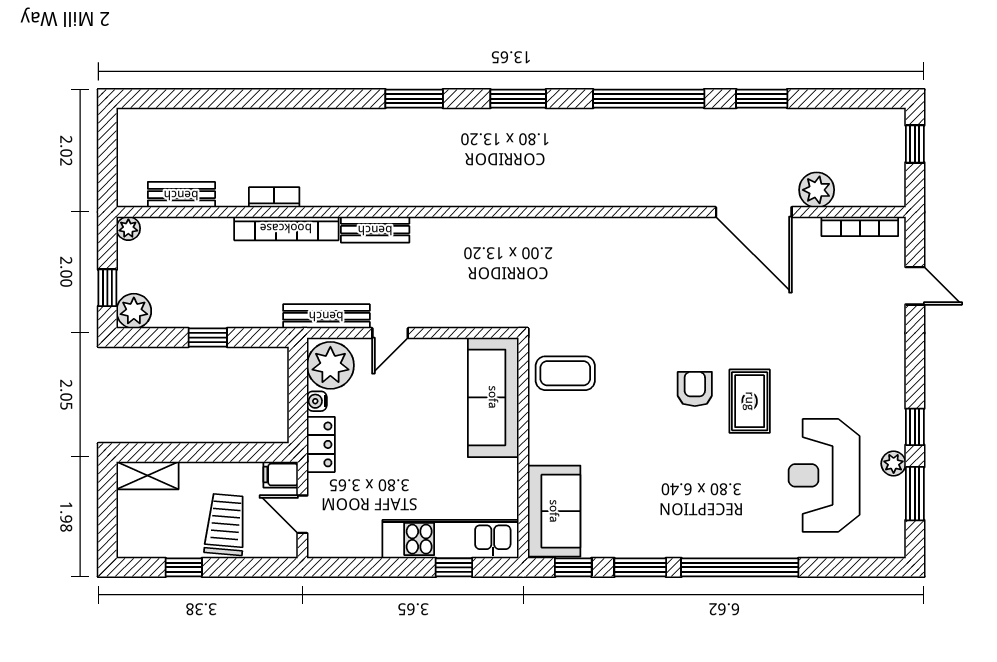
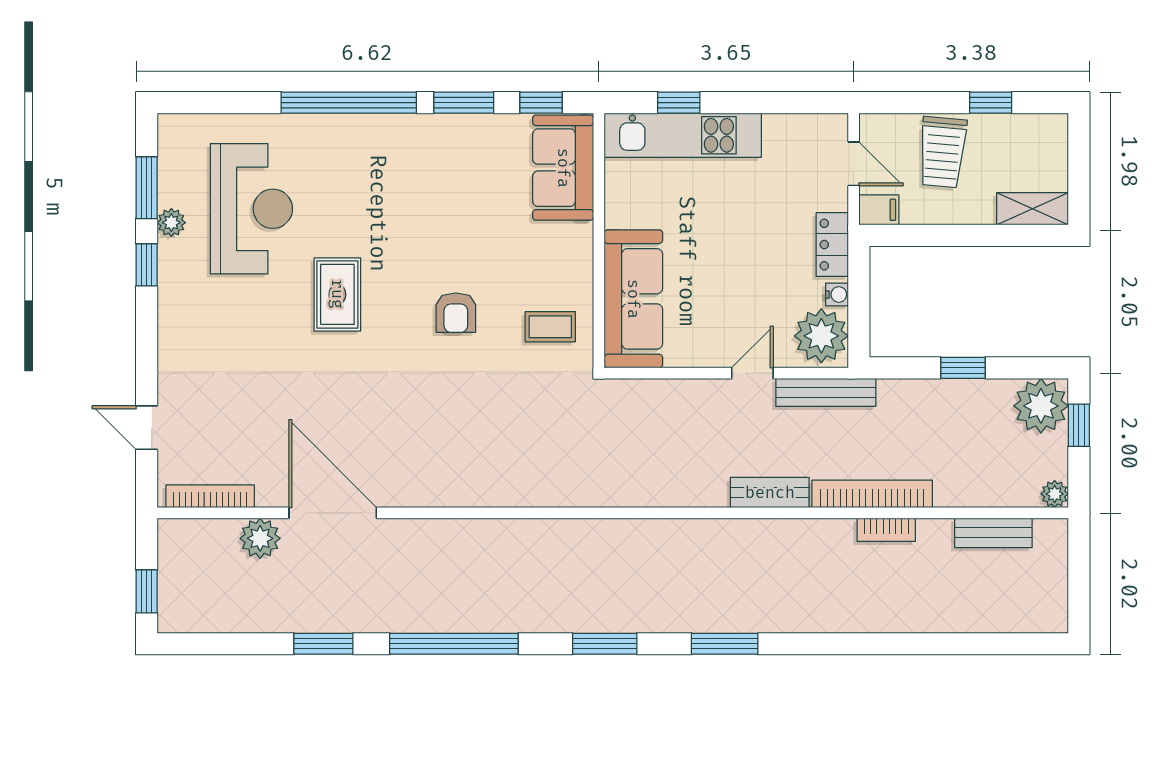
plant: (134, 311) -> (1041, 406), width x1.36, depth x1.36
coffee table: (565, 373) -> (550, 327), width x0.73, depth x0.77
armchair: (695, 389) -> (456, 313), moved

